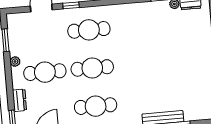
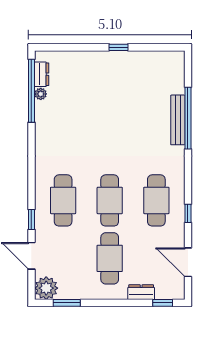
plant: (15, 62) -> (46, 288), moved, width x1.87, depth x1.87

